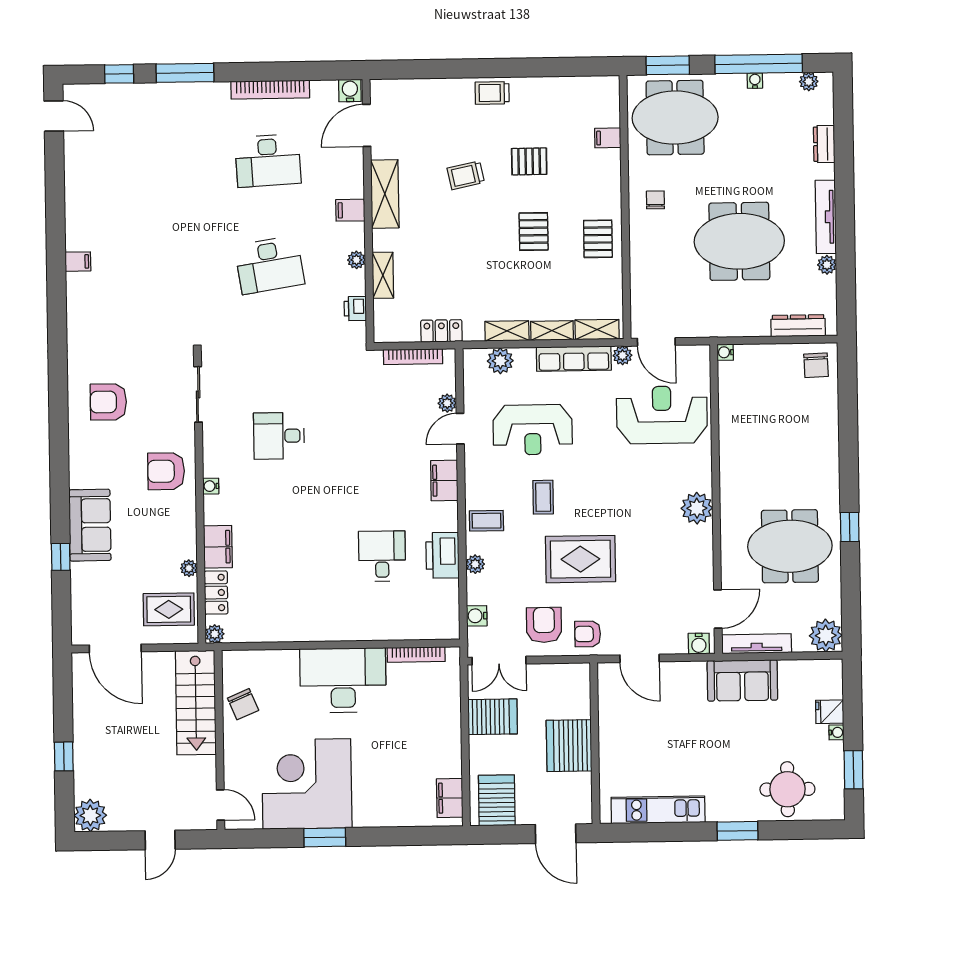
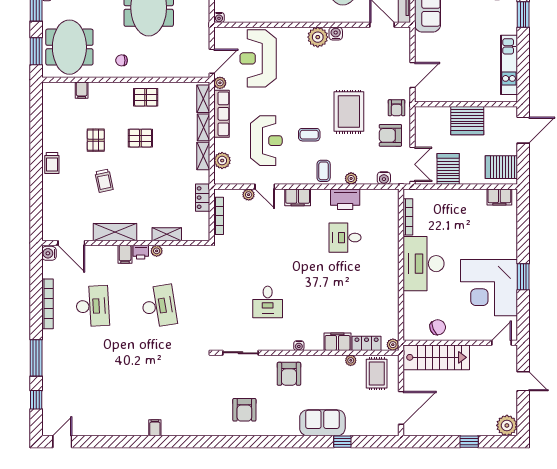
printer: (355, 309) -> (141, 252), moved
water cooler: (699, 644) -> (336, 34), moved, turned -90

